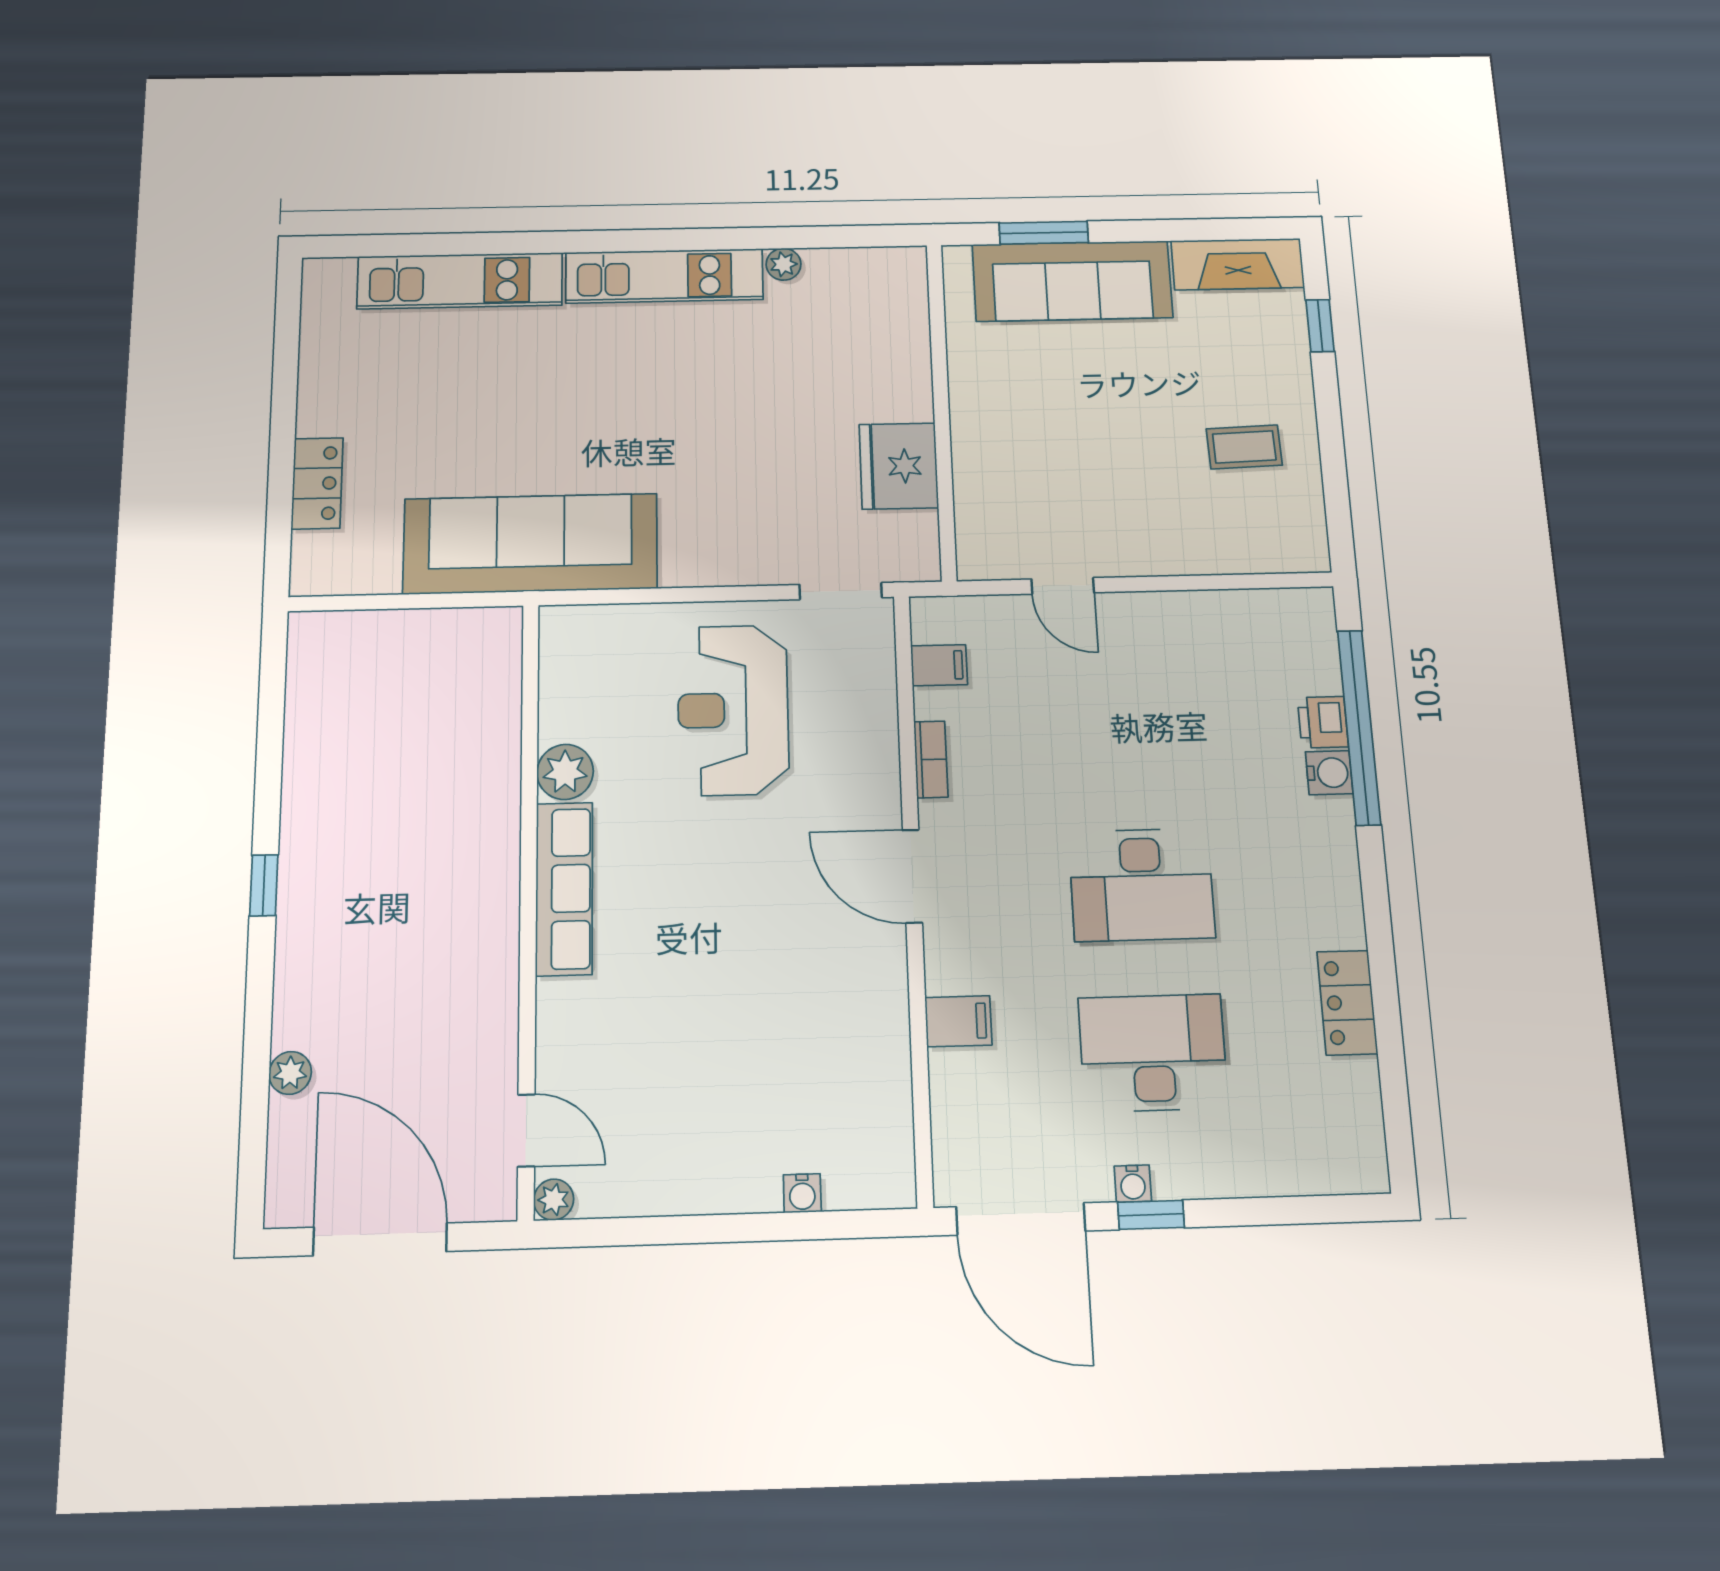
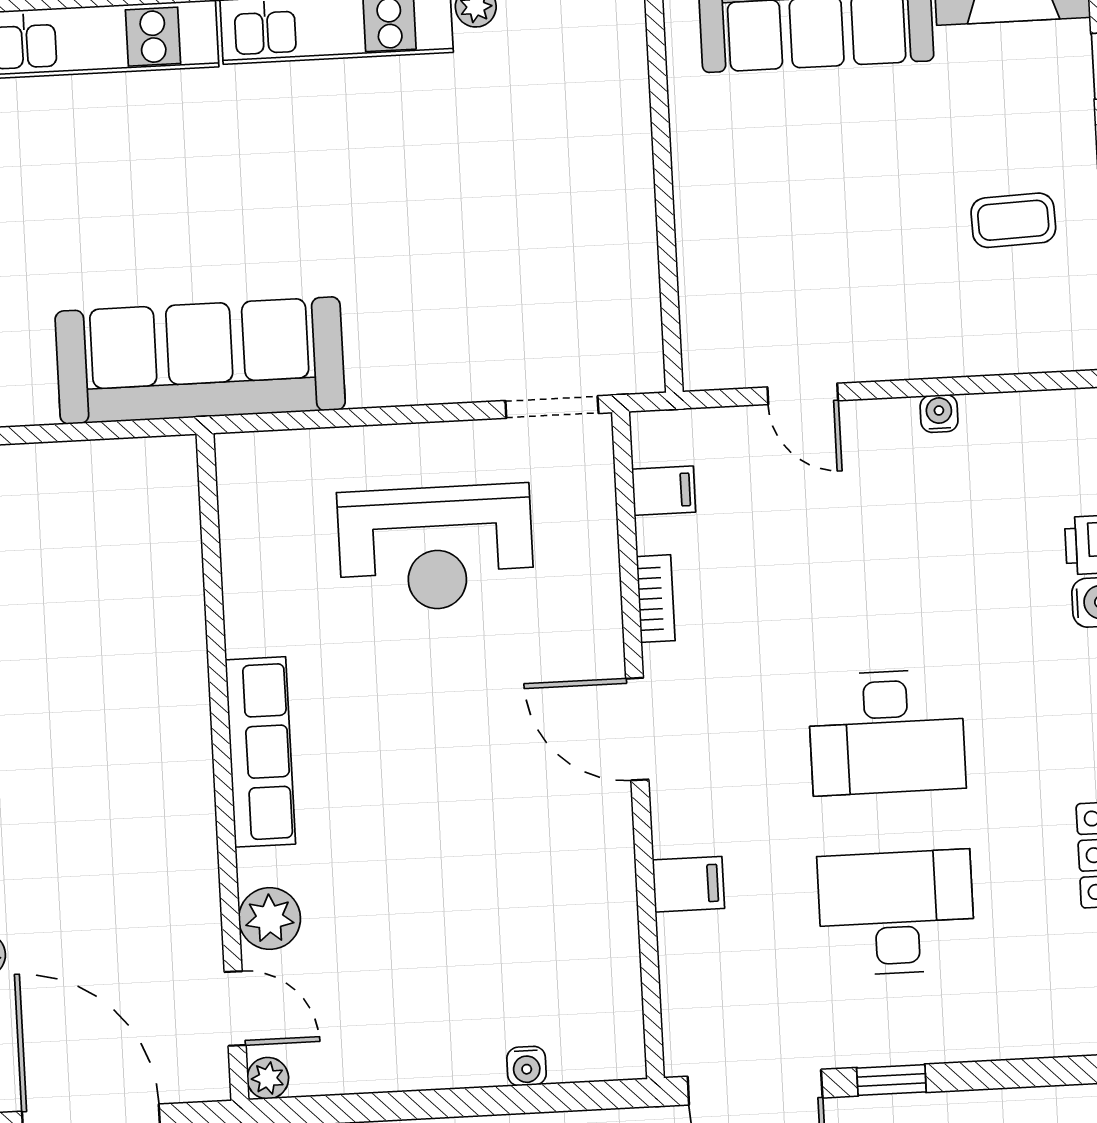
fridge: (899, 466) -> (615, 255), removed
reception desk: (733, 710) -> (436, 548), turned -90
plant: (565, 772) -> (270, 919), moved
water cooler: (1133, 1184) -> (939, 413), moved, turned 180

